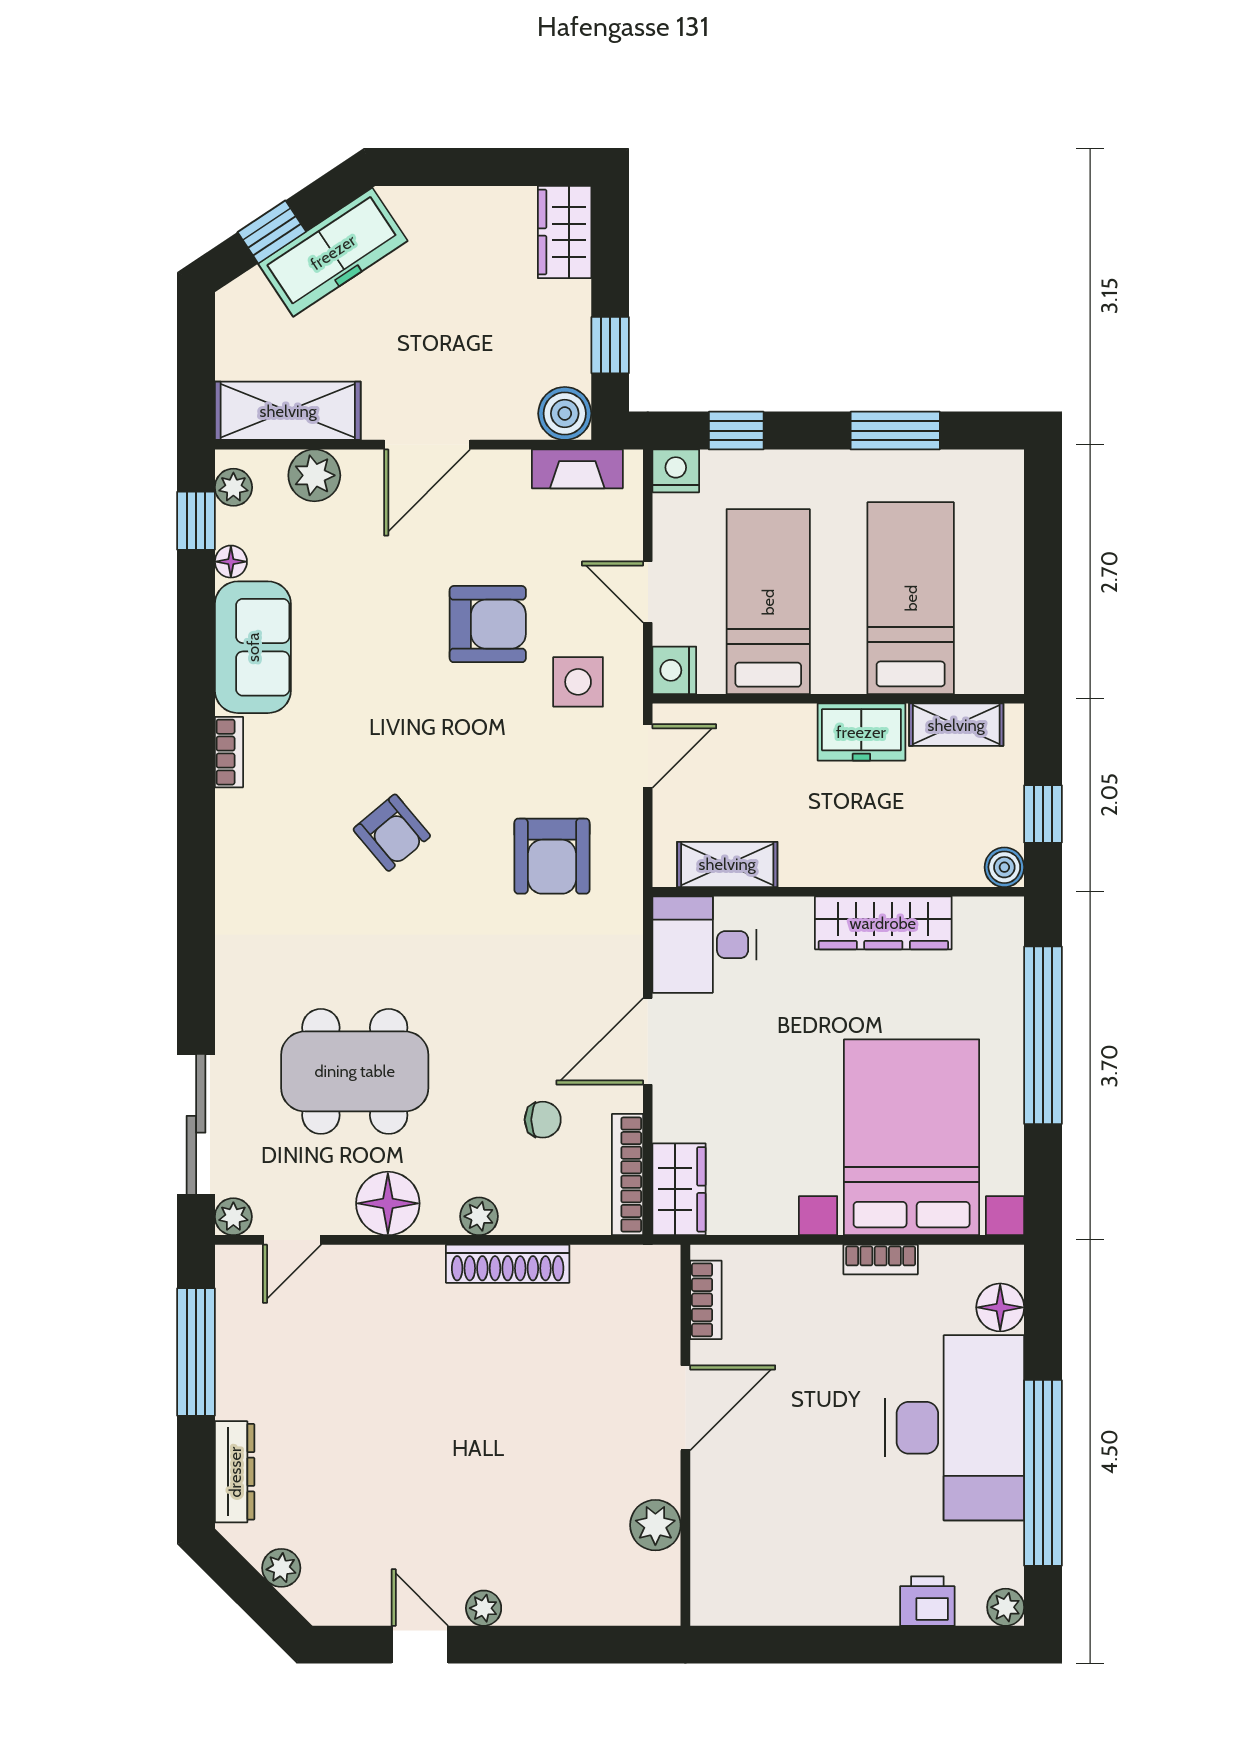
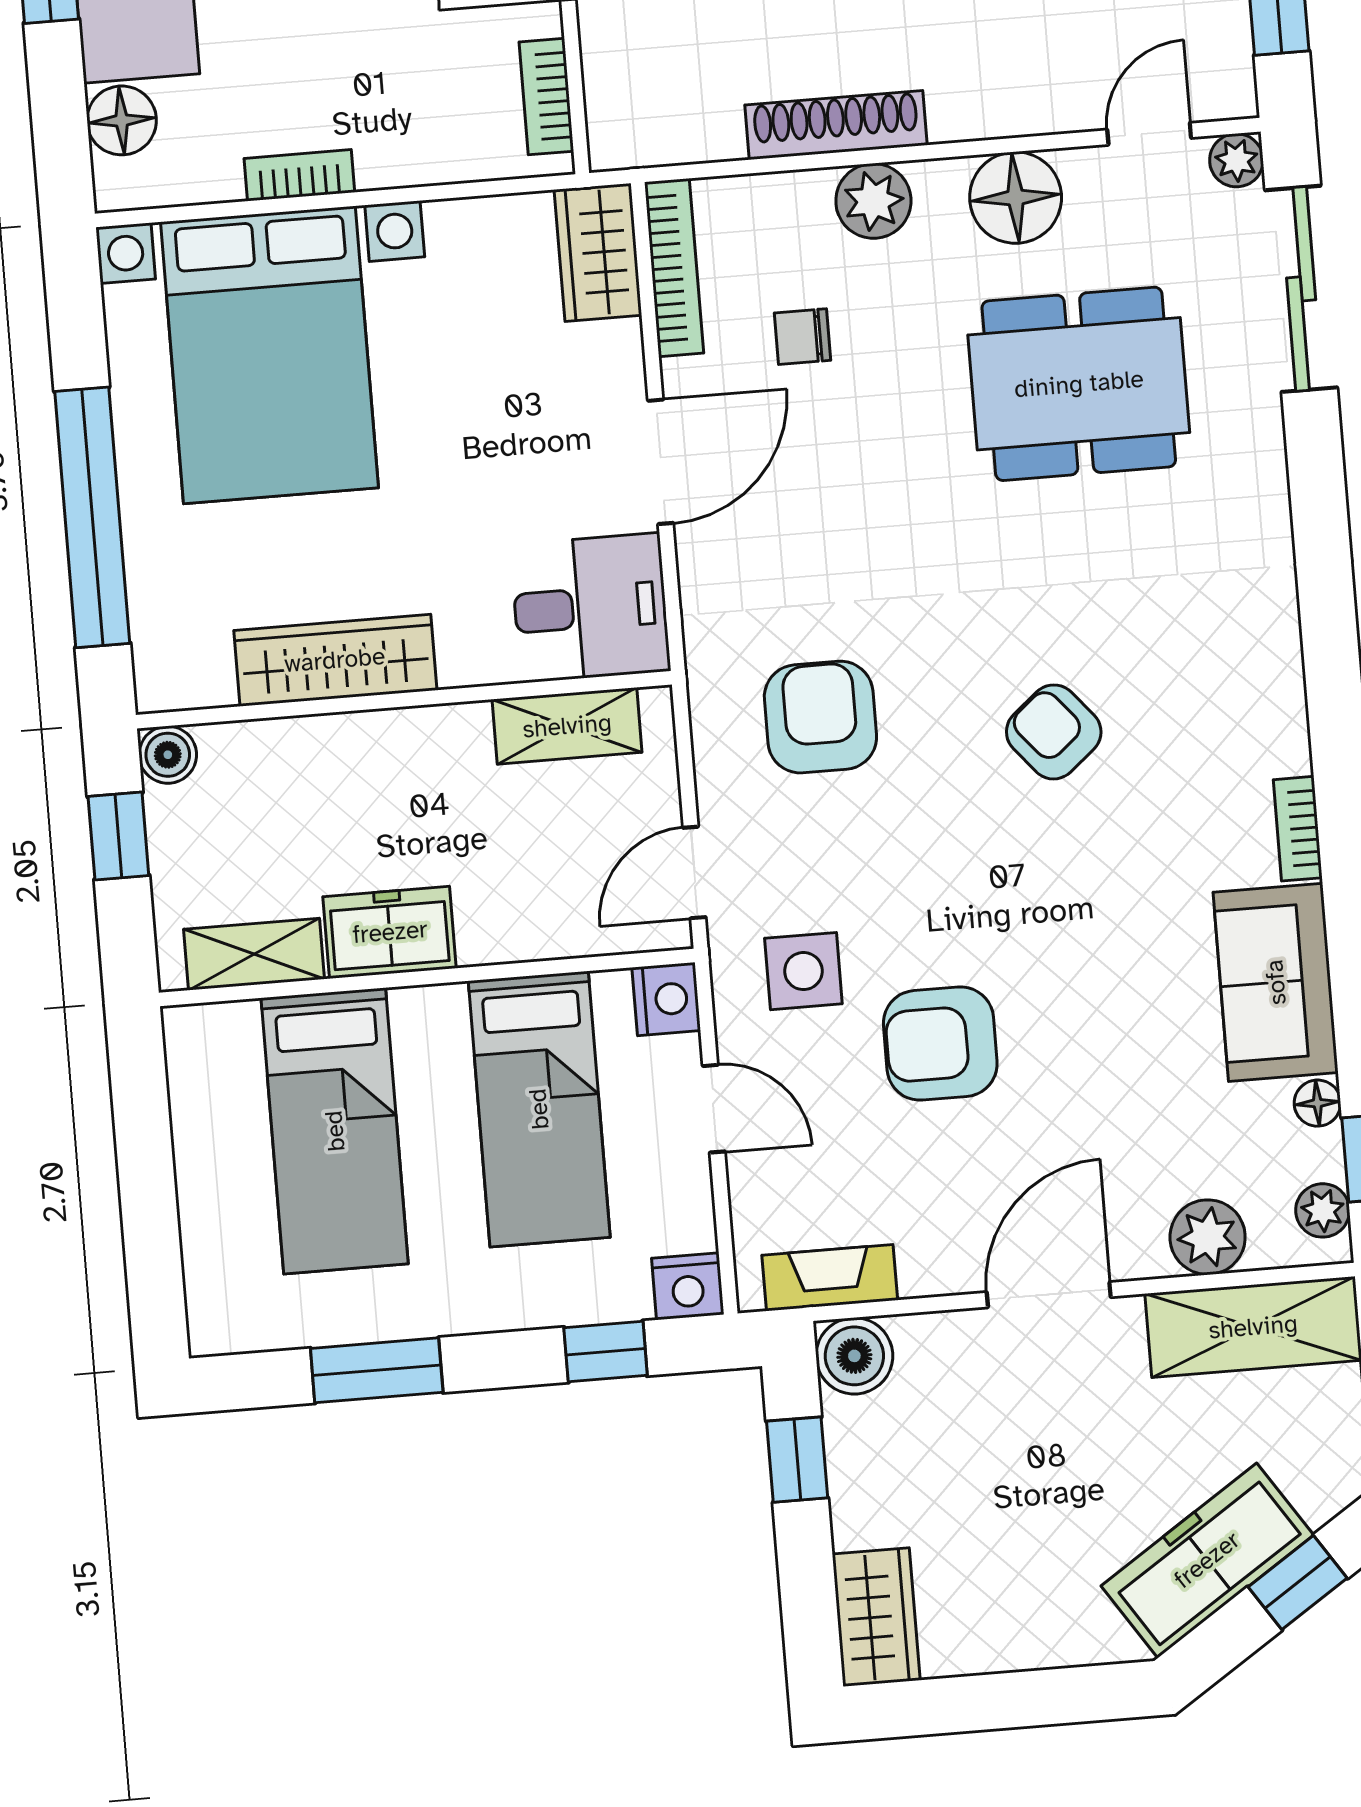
plant: (479, 1216) -> (873, 201), width x1.38, depth x1.38

